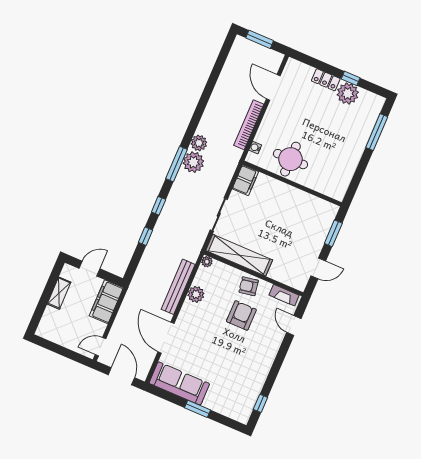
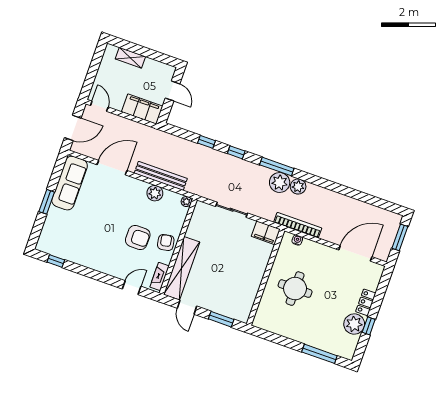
door: (273, 87) -> (355, 253), width x1.36
bookcase: (249, 125) -> (298, 225), moved
round table: (290, 159) -> (295, 289), moved
shelving: (239, 255) -> (182, 268), moved
shelving: (59, 293) -> (130, 58), moved

